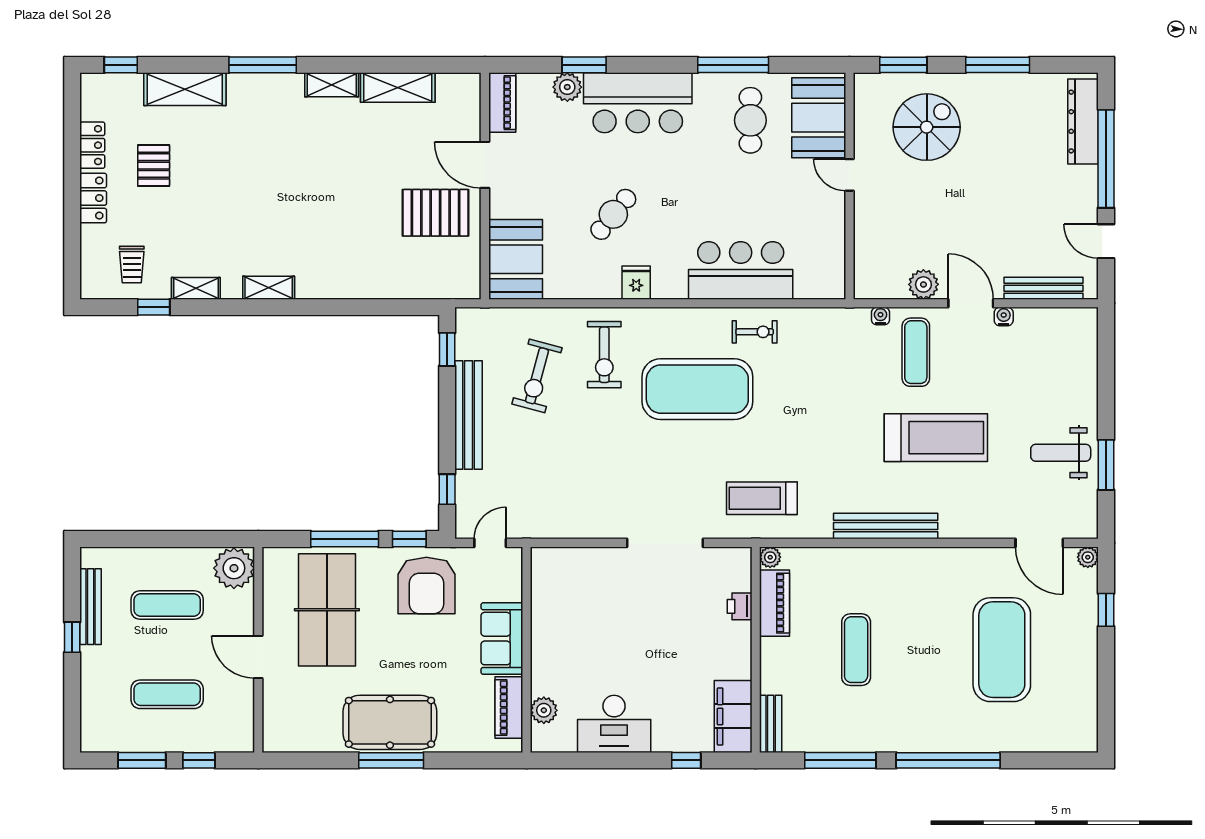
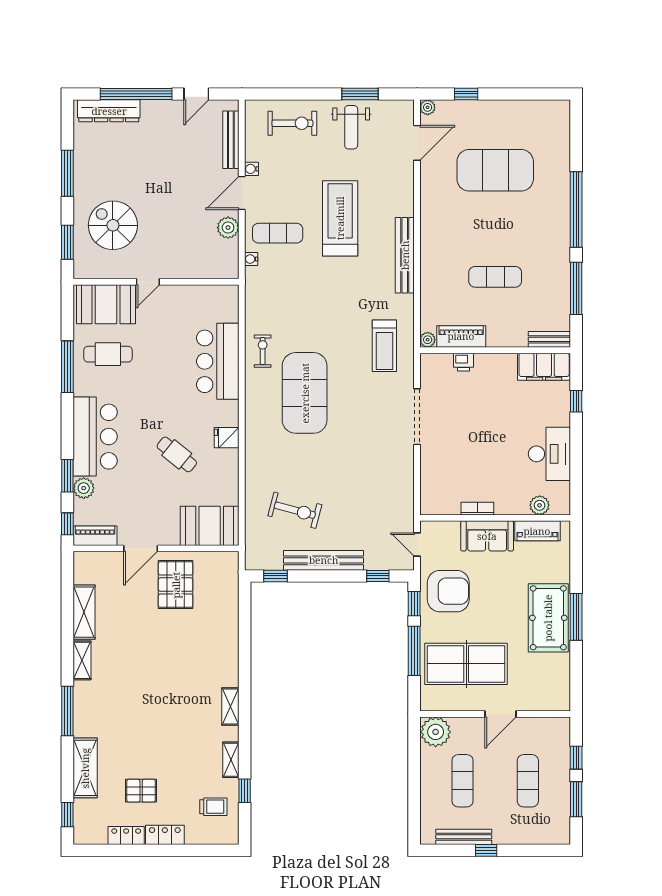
window: (518, 65) -> (67, 524), added
exercise bike: (604, 355) -> (292, 123), moved
bookcase: (539, 625) -> (477, 509), added

